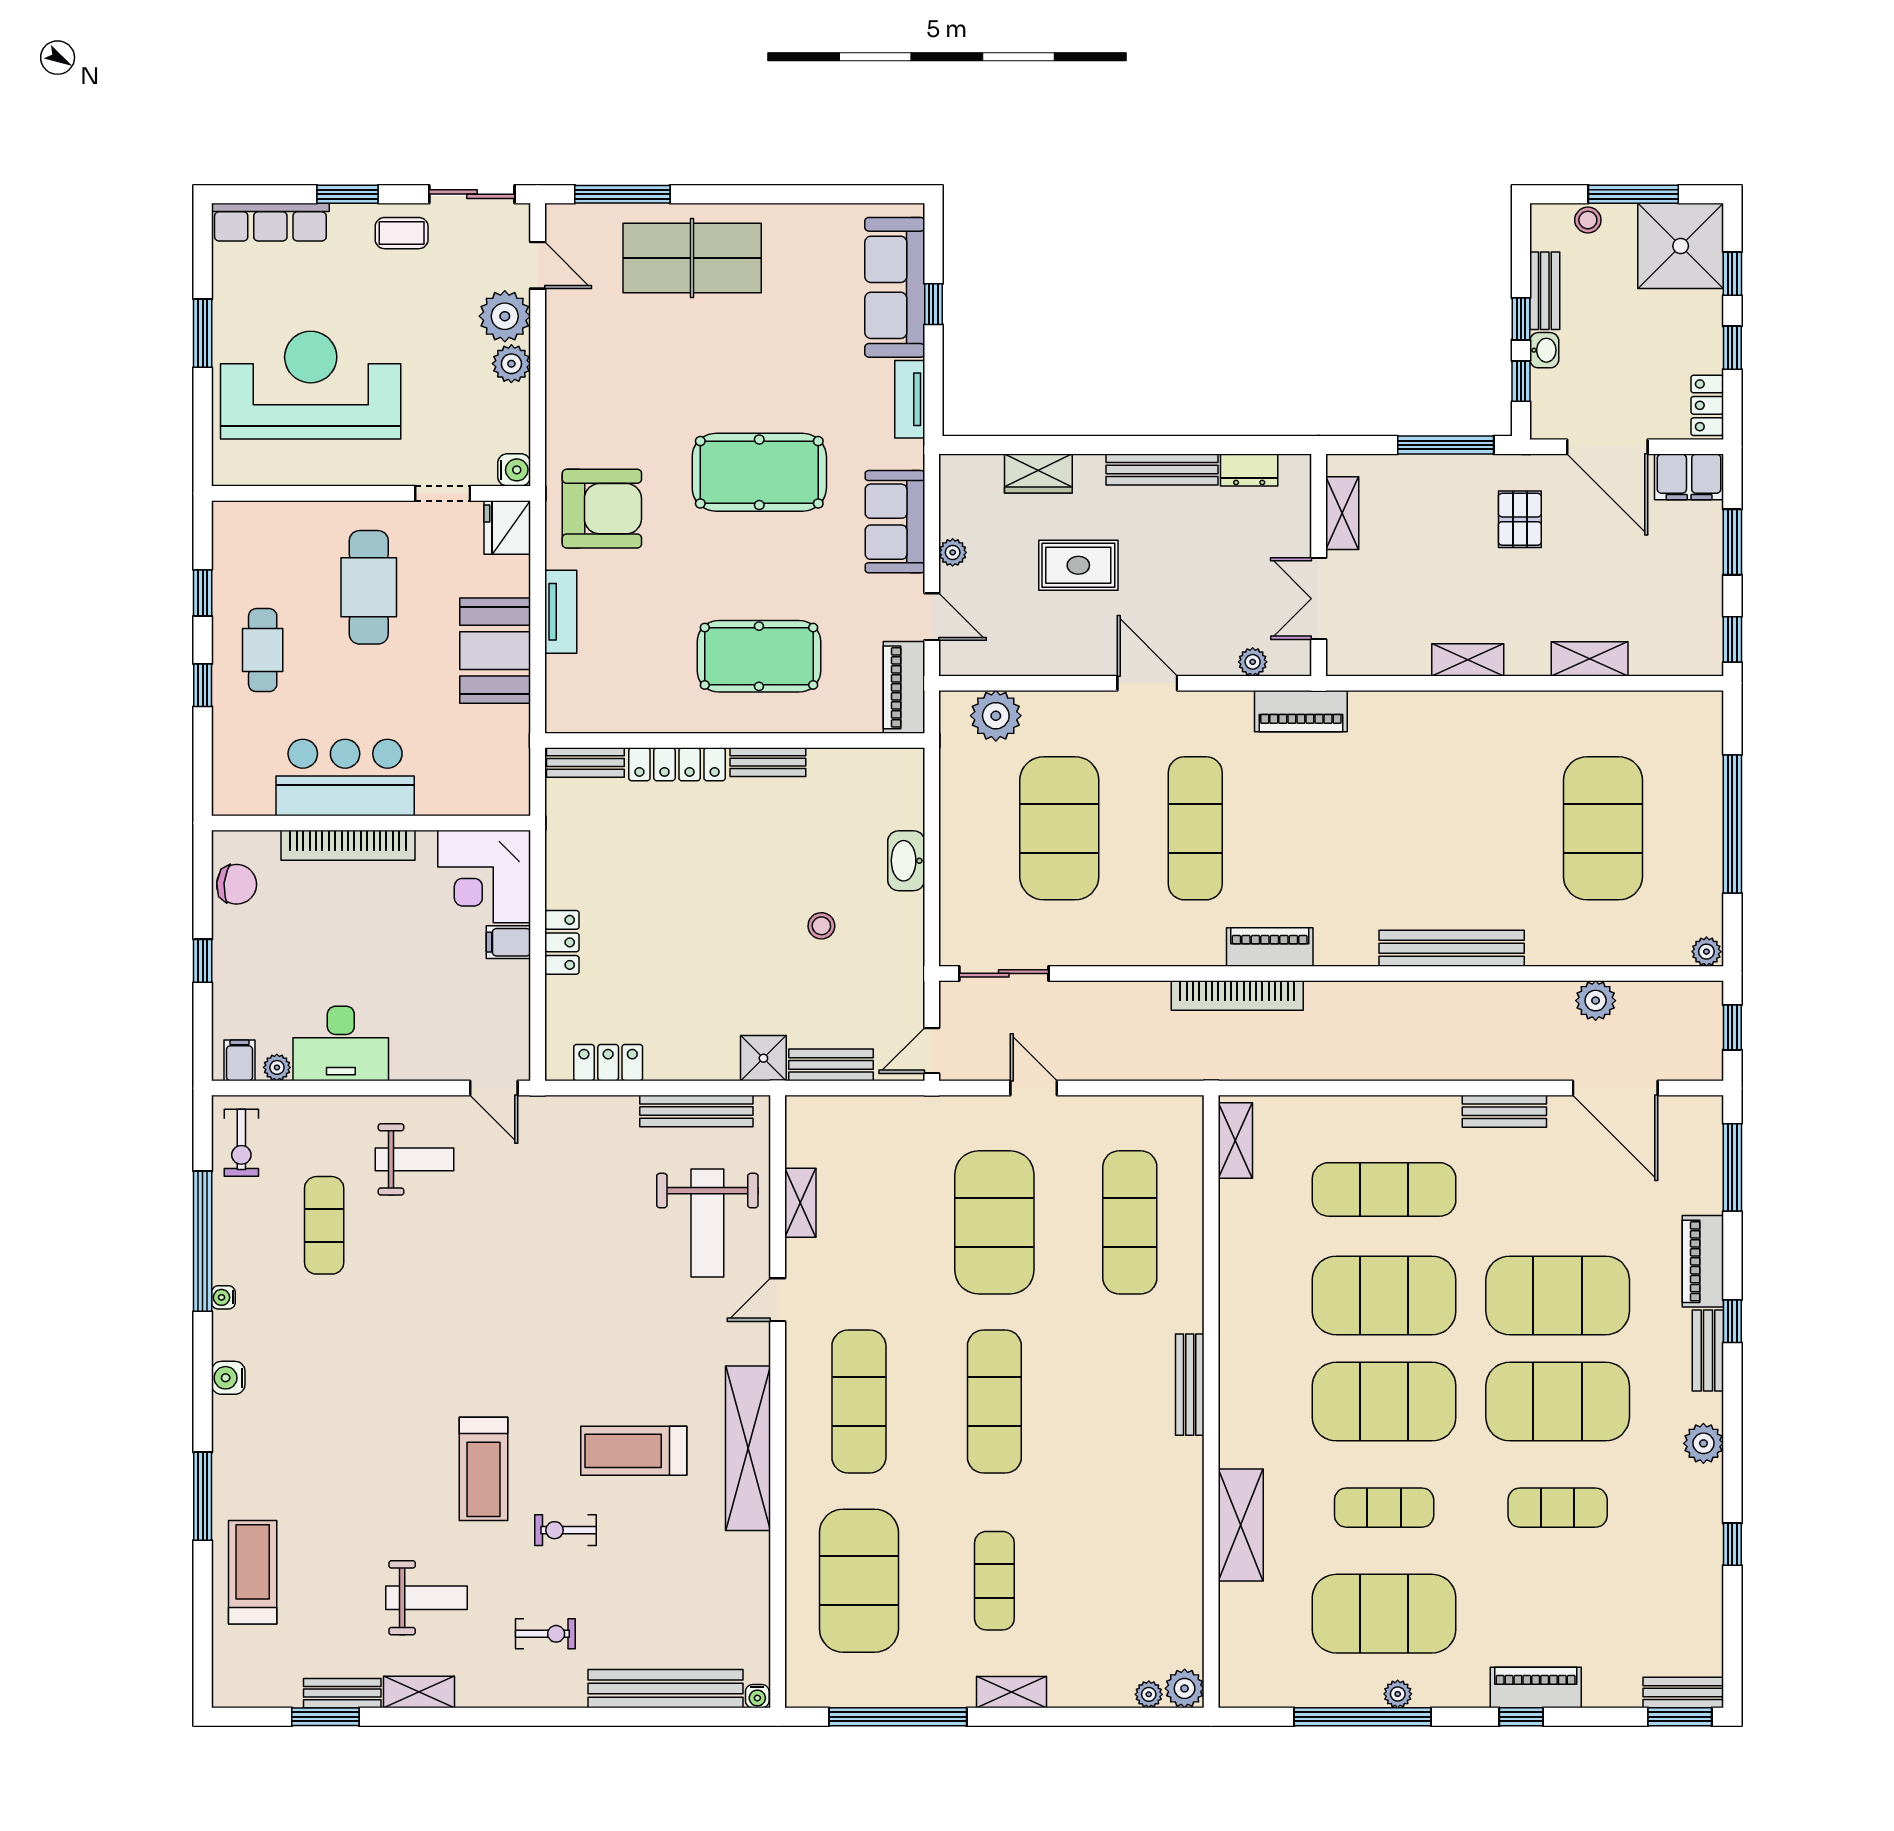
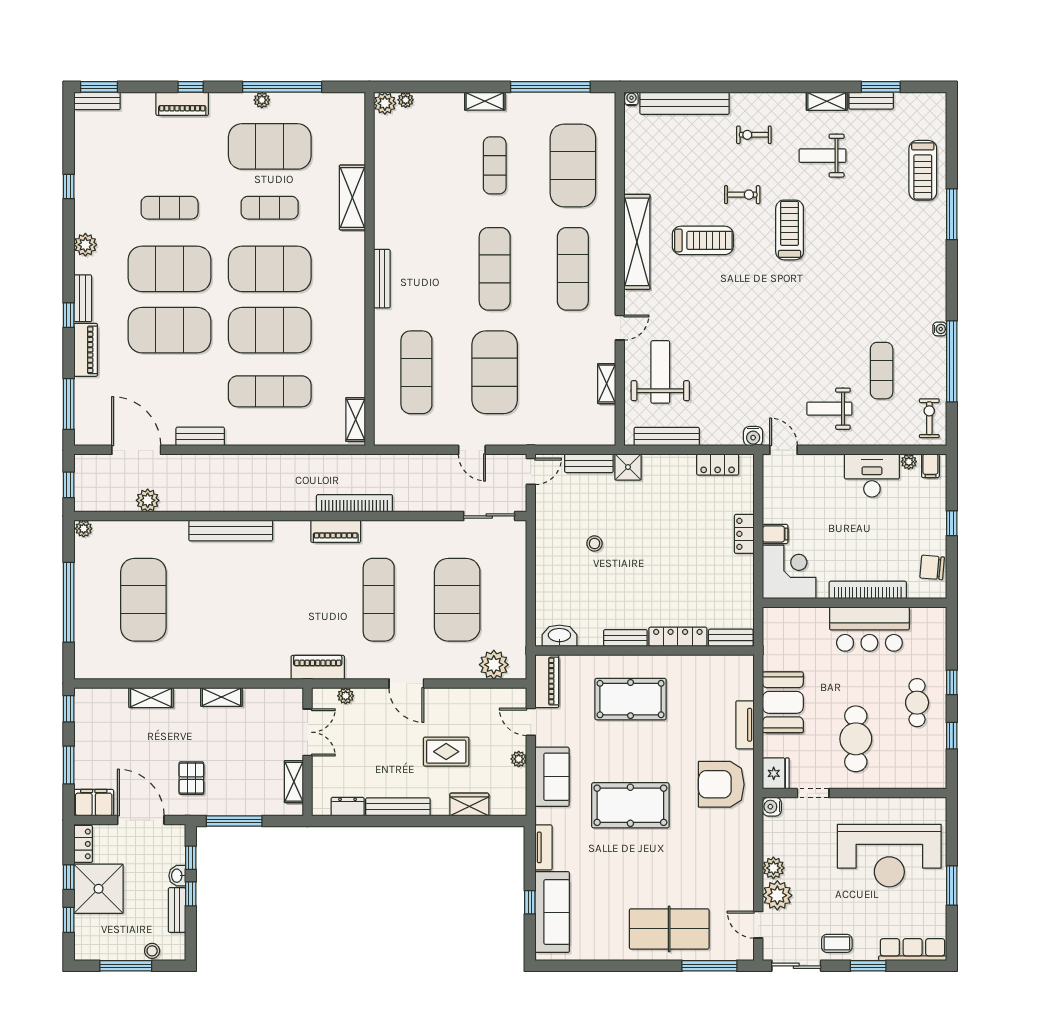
shower: (1681, 246) -> (99, 889), moved
washbasin: (906, 861) -> (559, 636), moved, turned -90
water cooler: (228, 1378) -> (753, 436), moved, turned 90

